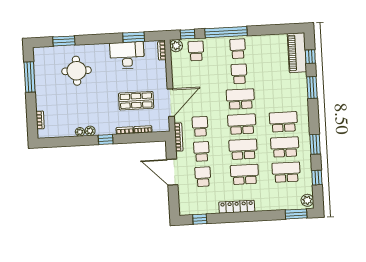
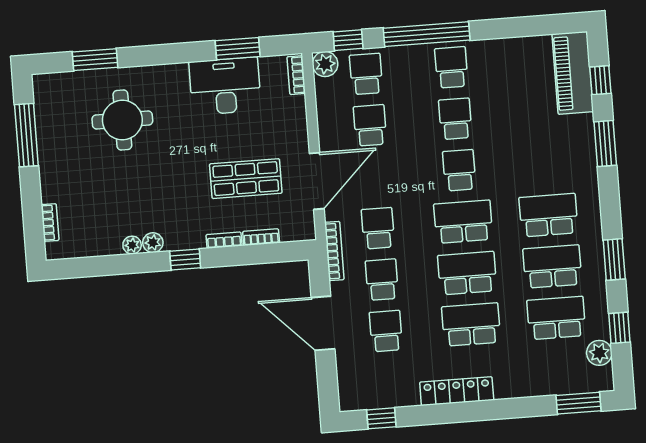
school desk: (197, 76) -> (370, 125), added
school desk: (240, 99) -> (459, 170), width x0.54
plant: (307, 200) -> (599, 353), moved

